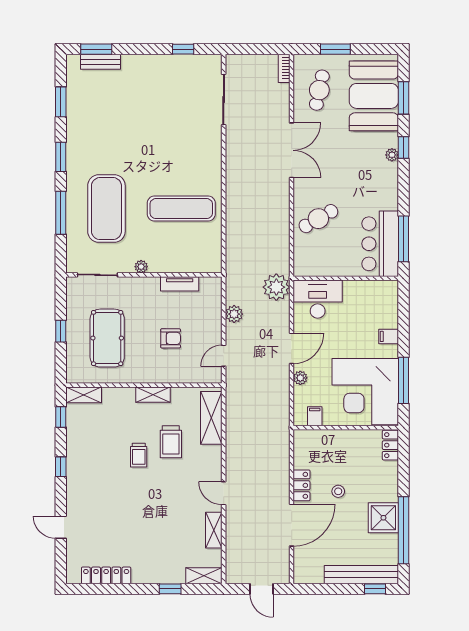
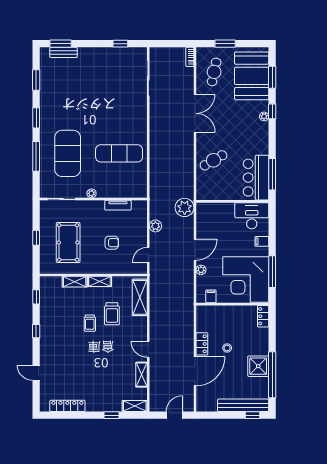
desk: (318, 299) -> (252, 216), moved
shelving: (84, 395) -> (75, 282), moved
door: (261, 589) -> (174, 415), swing flipped

